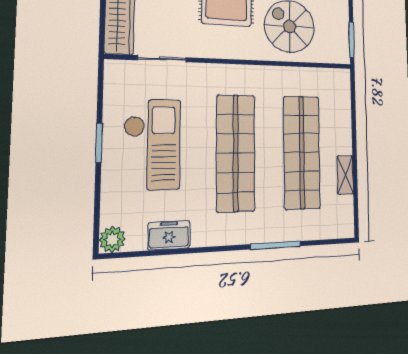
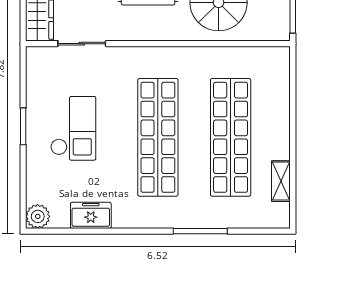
checkout: (152, 144) -> (73, 128), width x0.73, depth x0.83
shelving: (345, 175) -> (281, 181), moved

